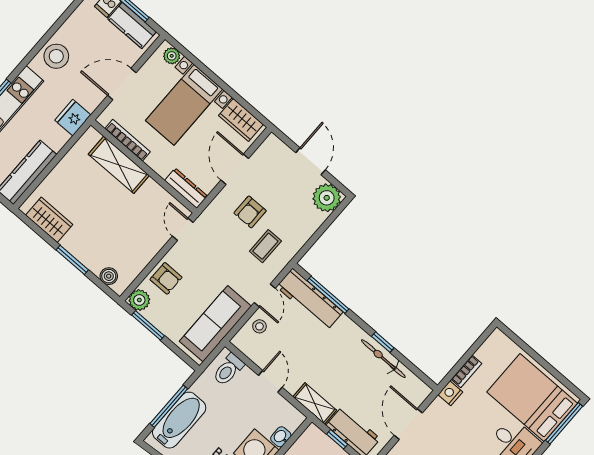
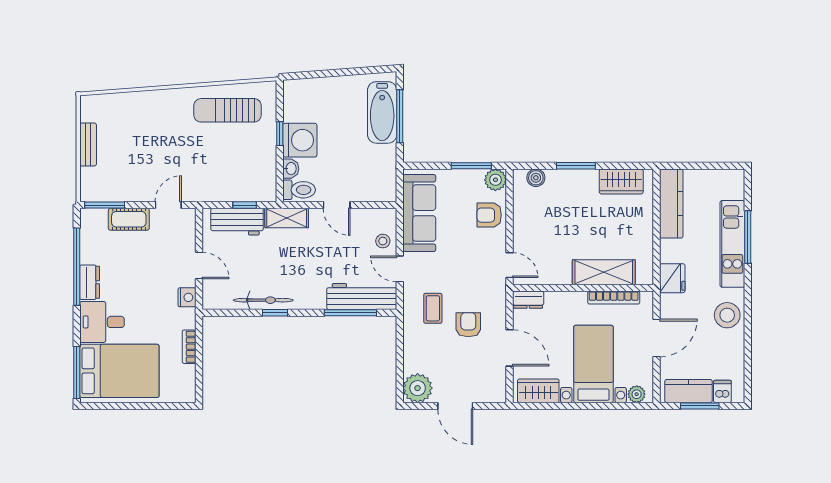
dresser: (186, 188) -> (528, 300), width x0.70
toilet: (228, 370) -> (299, 190), moved, turned 90
nightstand: (450, 393) -> (187, 297), moved
door: (408, 424) -> (199, 266), width x0.73

